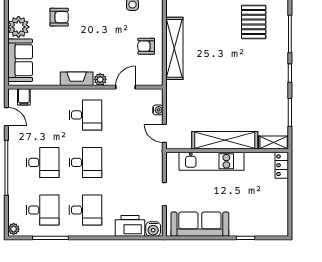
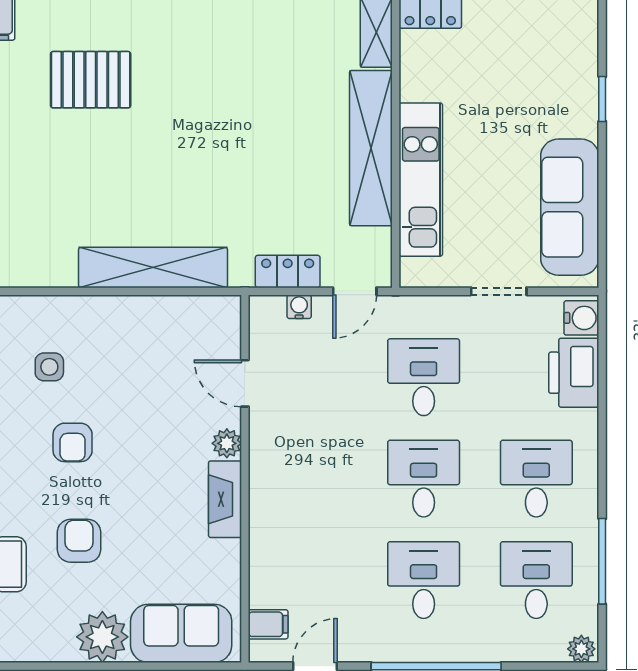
armchair: (146, 46) -> (73, 442), moved
locker: (173, 105) -> (288, 271), added
desk: (85, 115) -> (424, 377), moved

